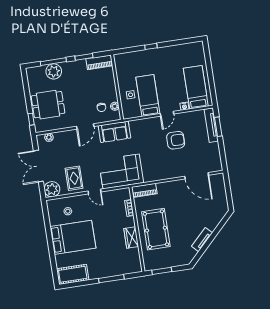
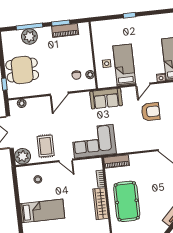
piano: (99, 62) -> (65, 30), moved
sofa: (114, 132) -> (106, 99), moved
bed: (73, 237) -> (42, 211), width x0.67
wardrobe: (131, 238) -> (101, 204), width x1.50

